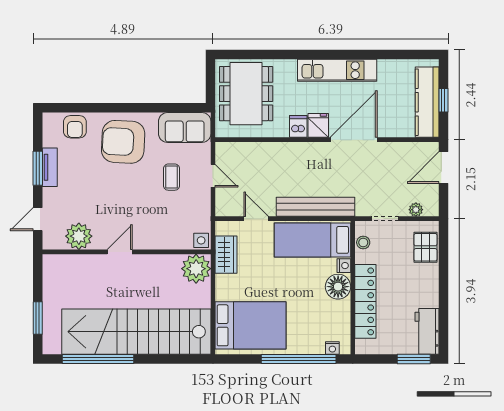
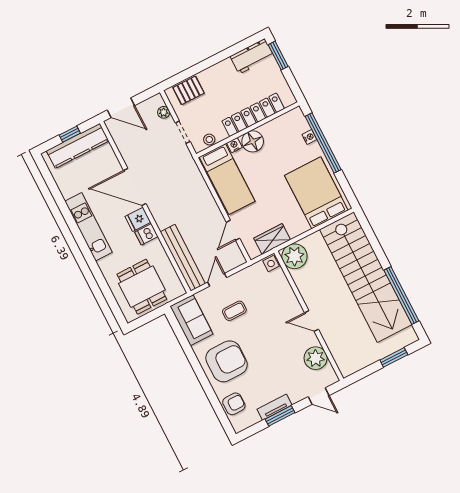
dining table: (246, 94) -> (142, 287), width x0.73
armchair: (123, 142) -> (227, 361), turned -93
bench: (316, 207) -> (183, 258), moved
nightstand: (332, 348) -> (309, 137), moved

